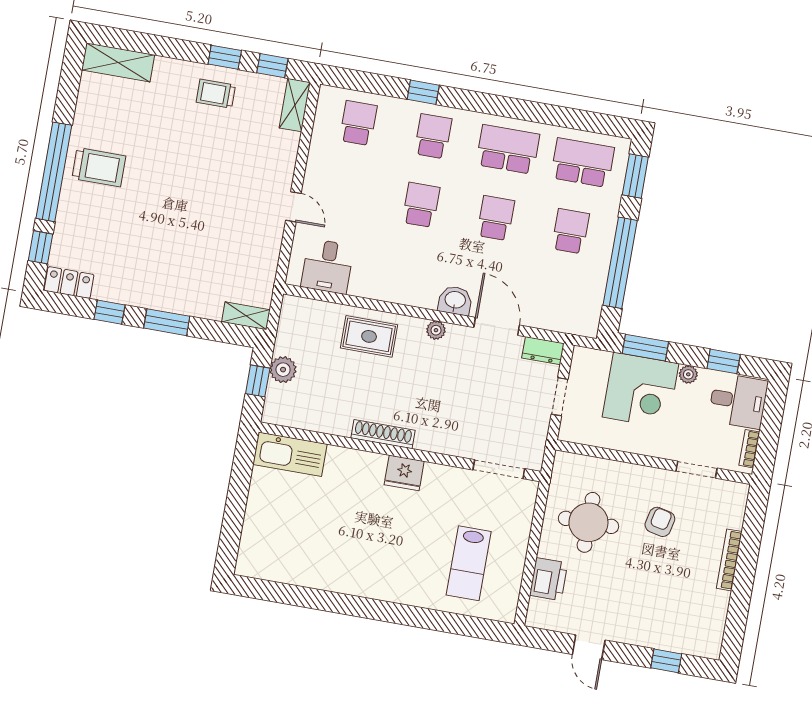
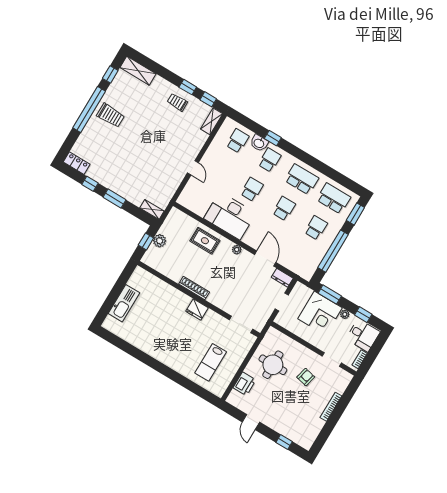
window: (40, 247) -> (110, 74), moved
desk: (327, 266) -> (230, 216), moved, width x1.87, depth x1.30
washbasin: (455, 301) -> (259, 143), moved, turned 180
kitchen sink: (290, 454) -> (124, 303), moved, turned -90

